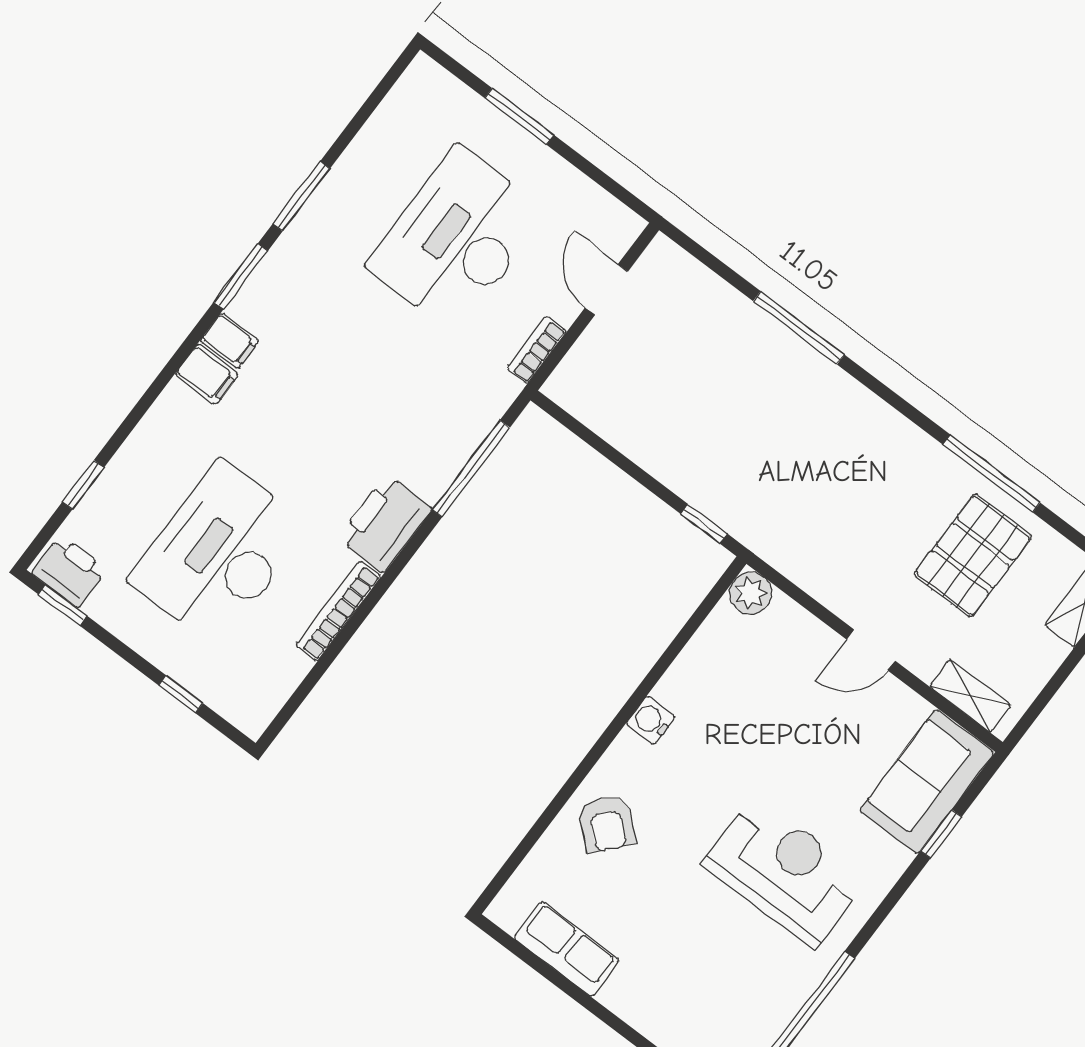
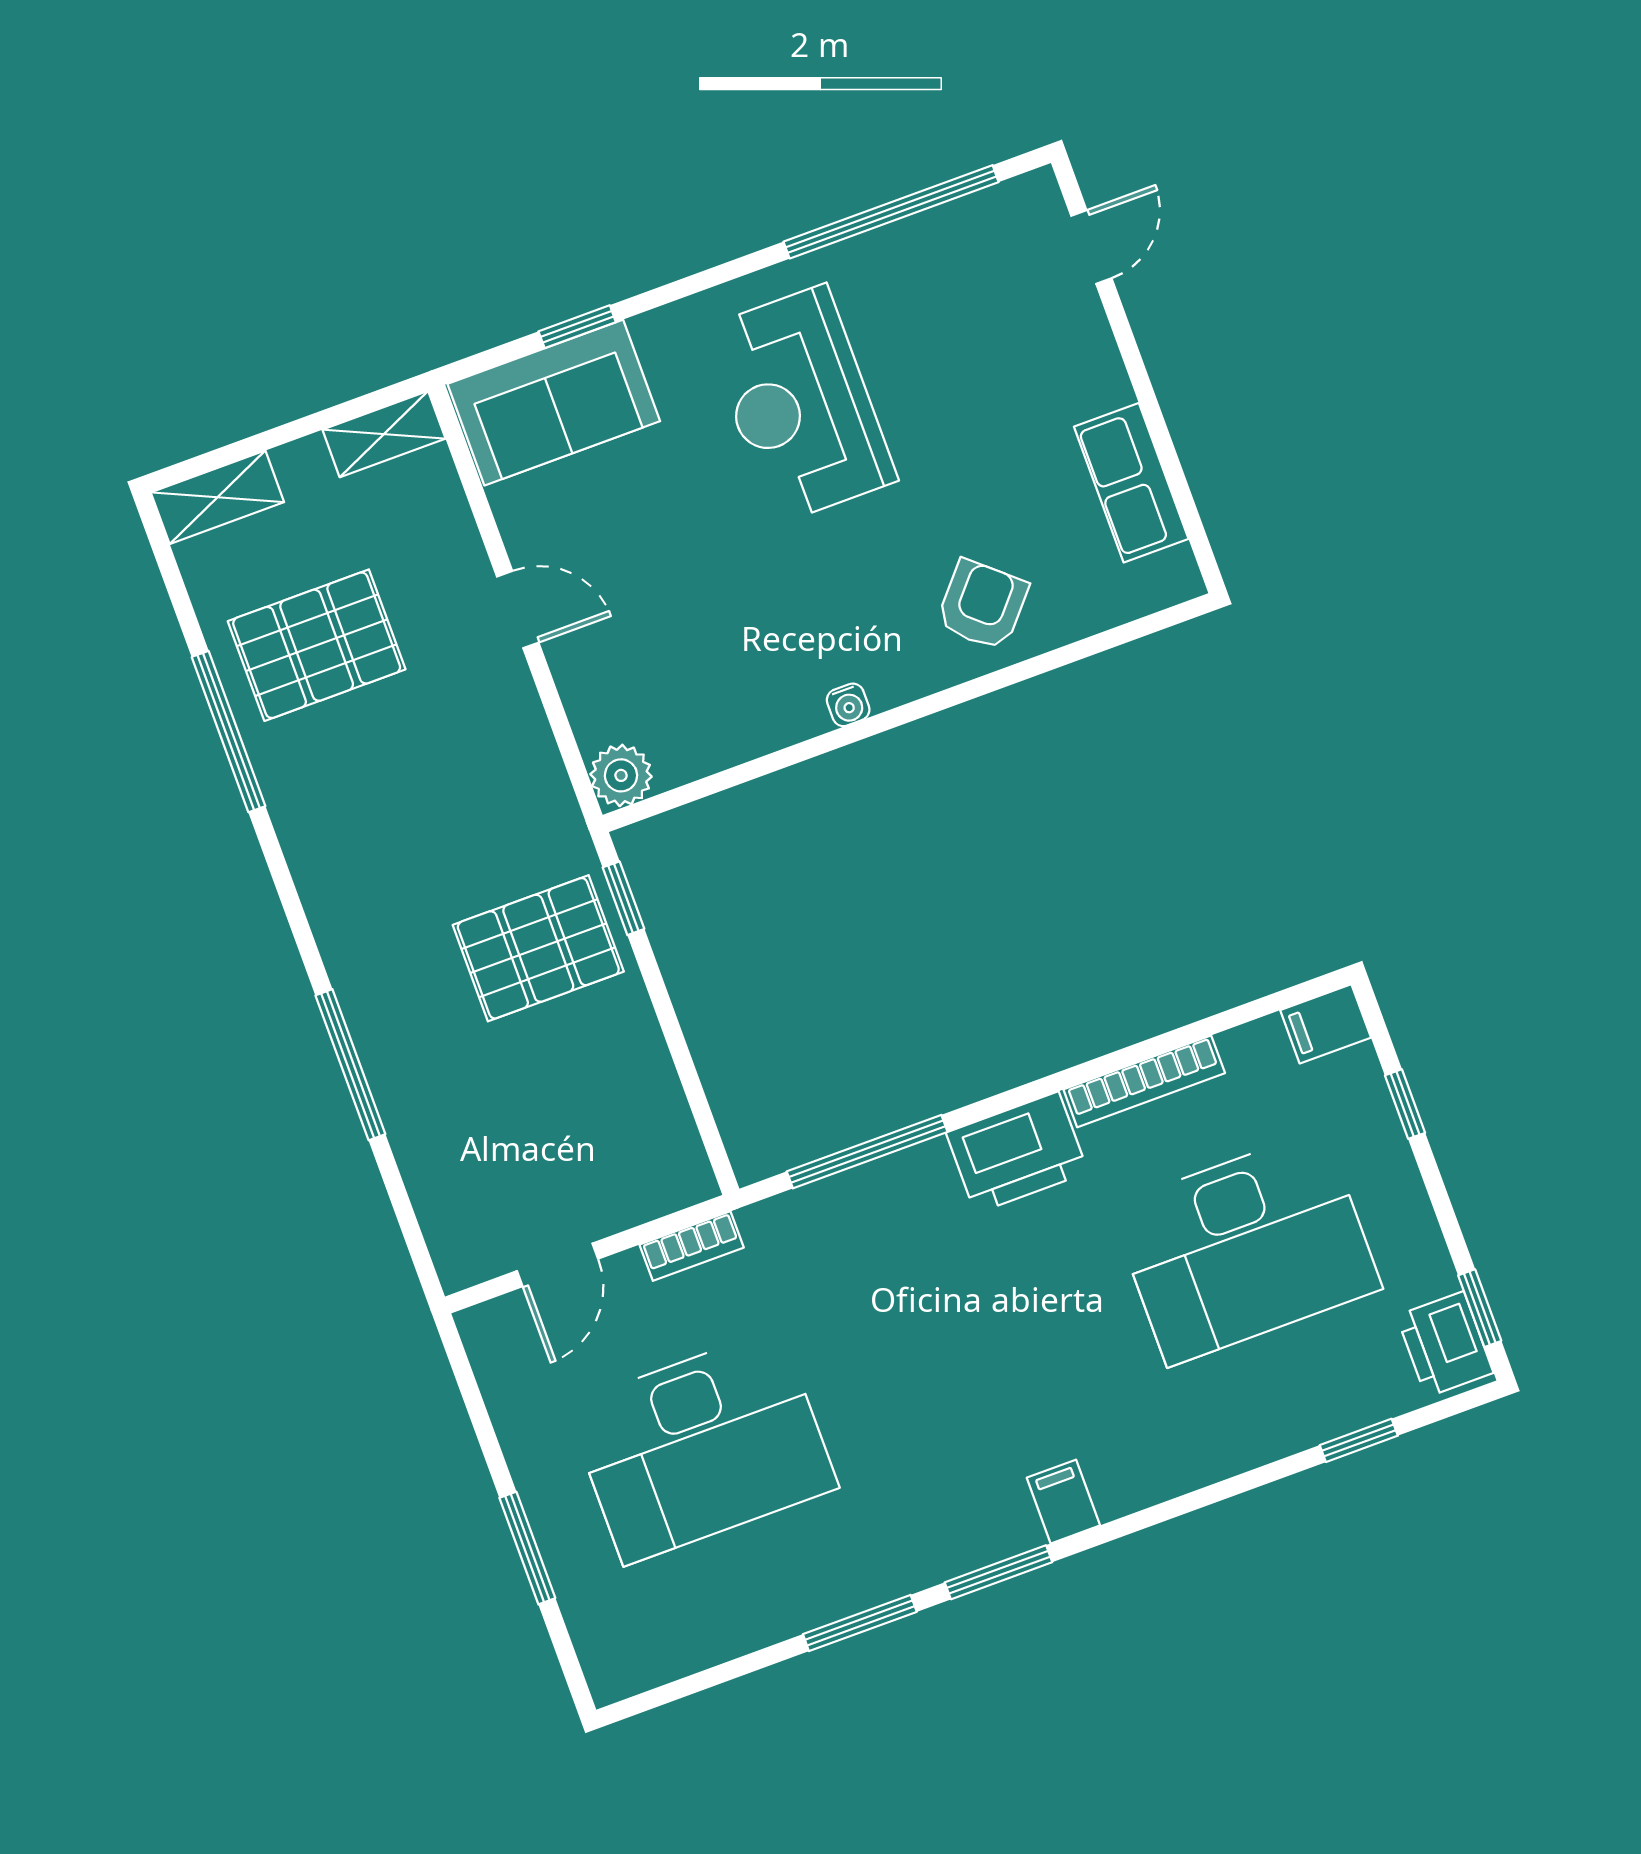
filing cabinet: (207, 374) -> (1326, 1024), moved, turned -90
pallet: (734, 464) -> (538, 948), added
shelving: (970, 696) -> (384, 434), moved, turned 90
water cooler: (651, 720) -> (848, 705), width x0.72, depth x0.72

